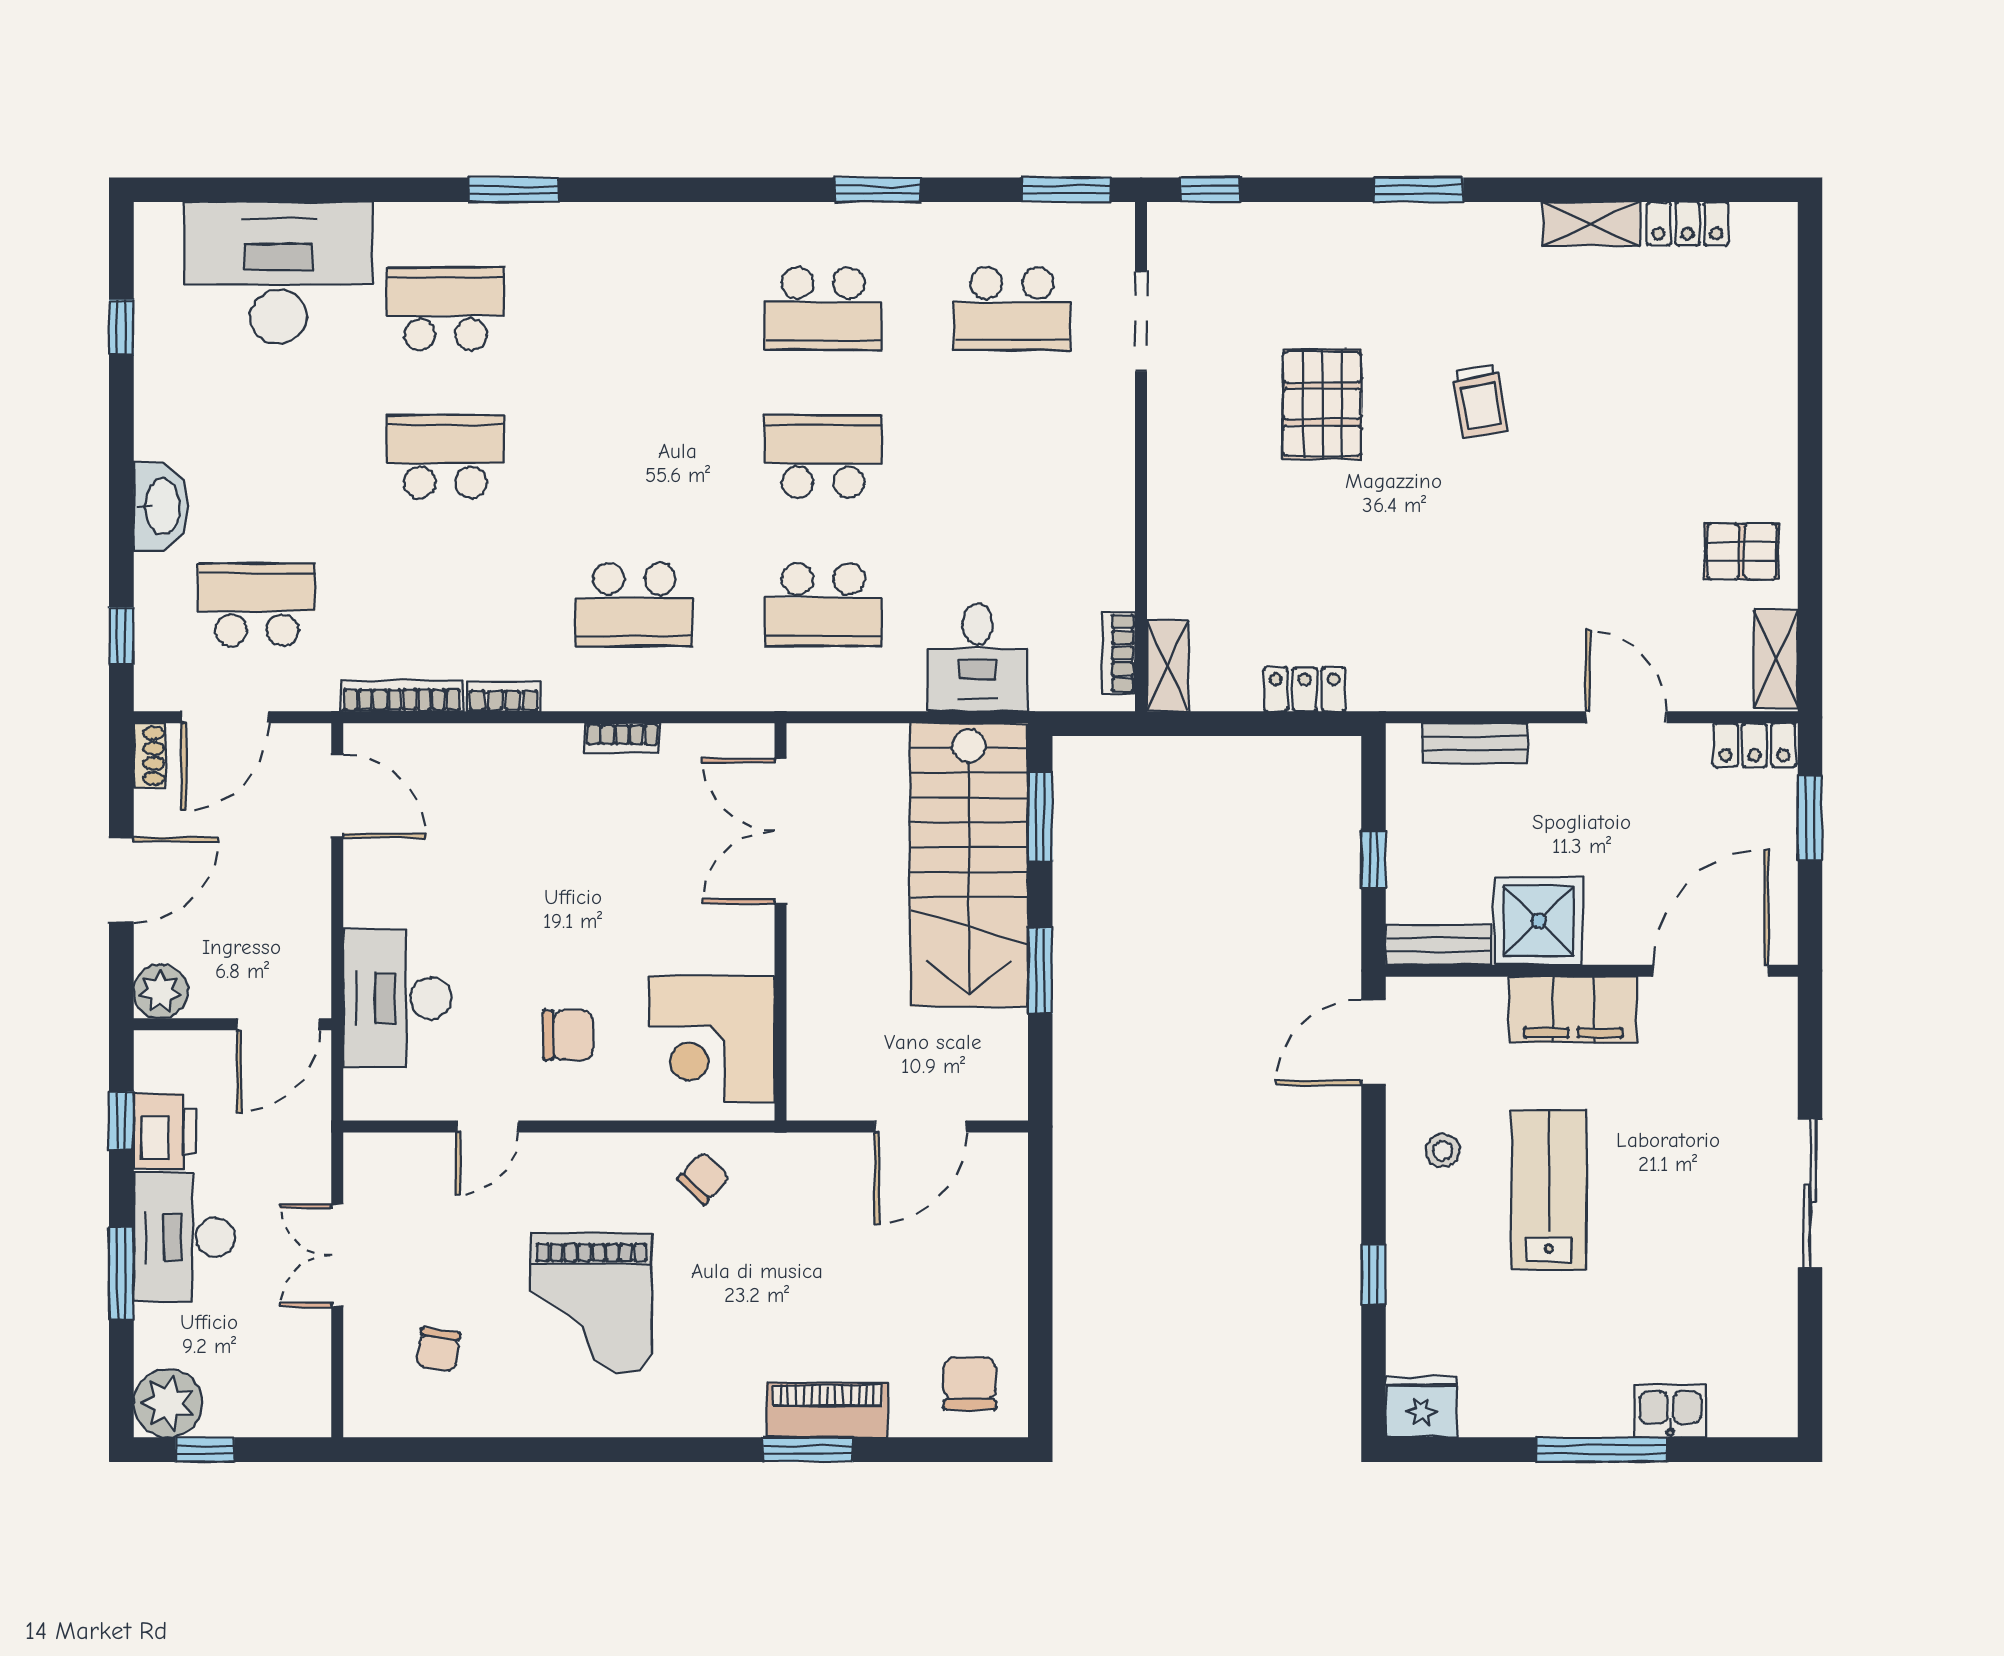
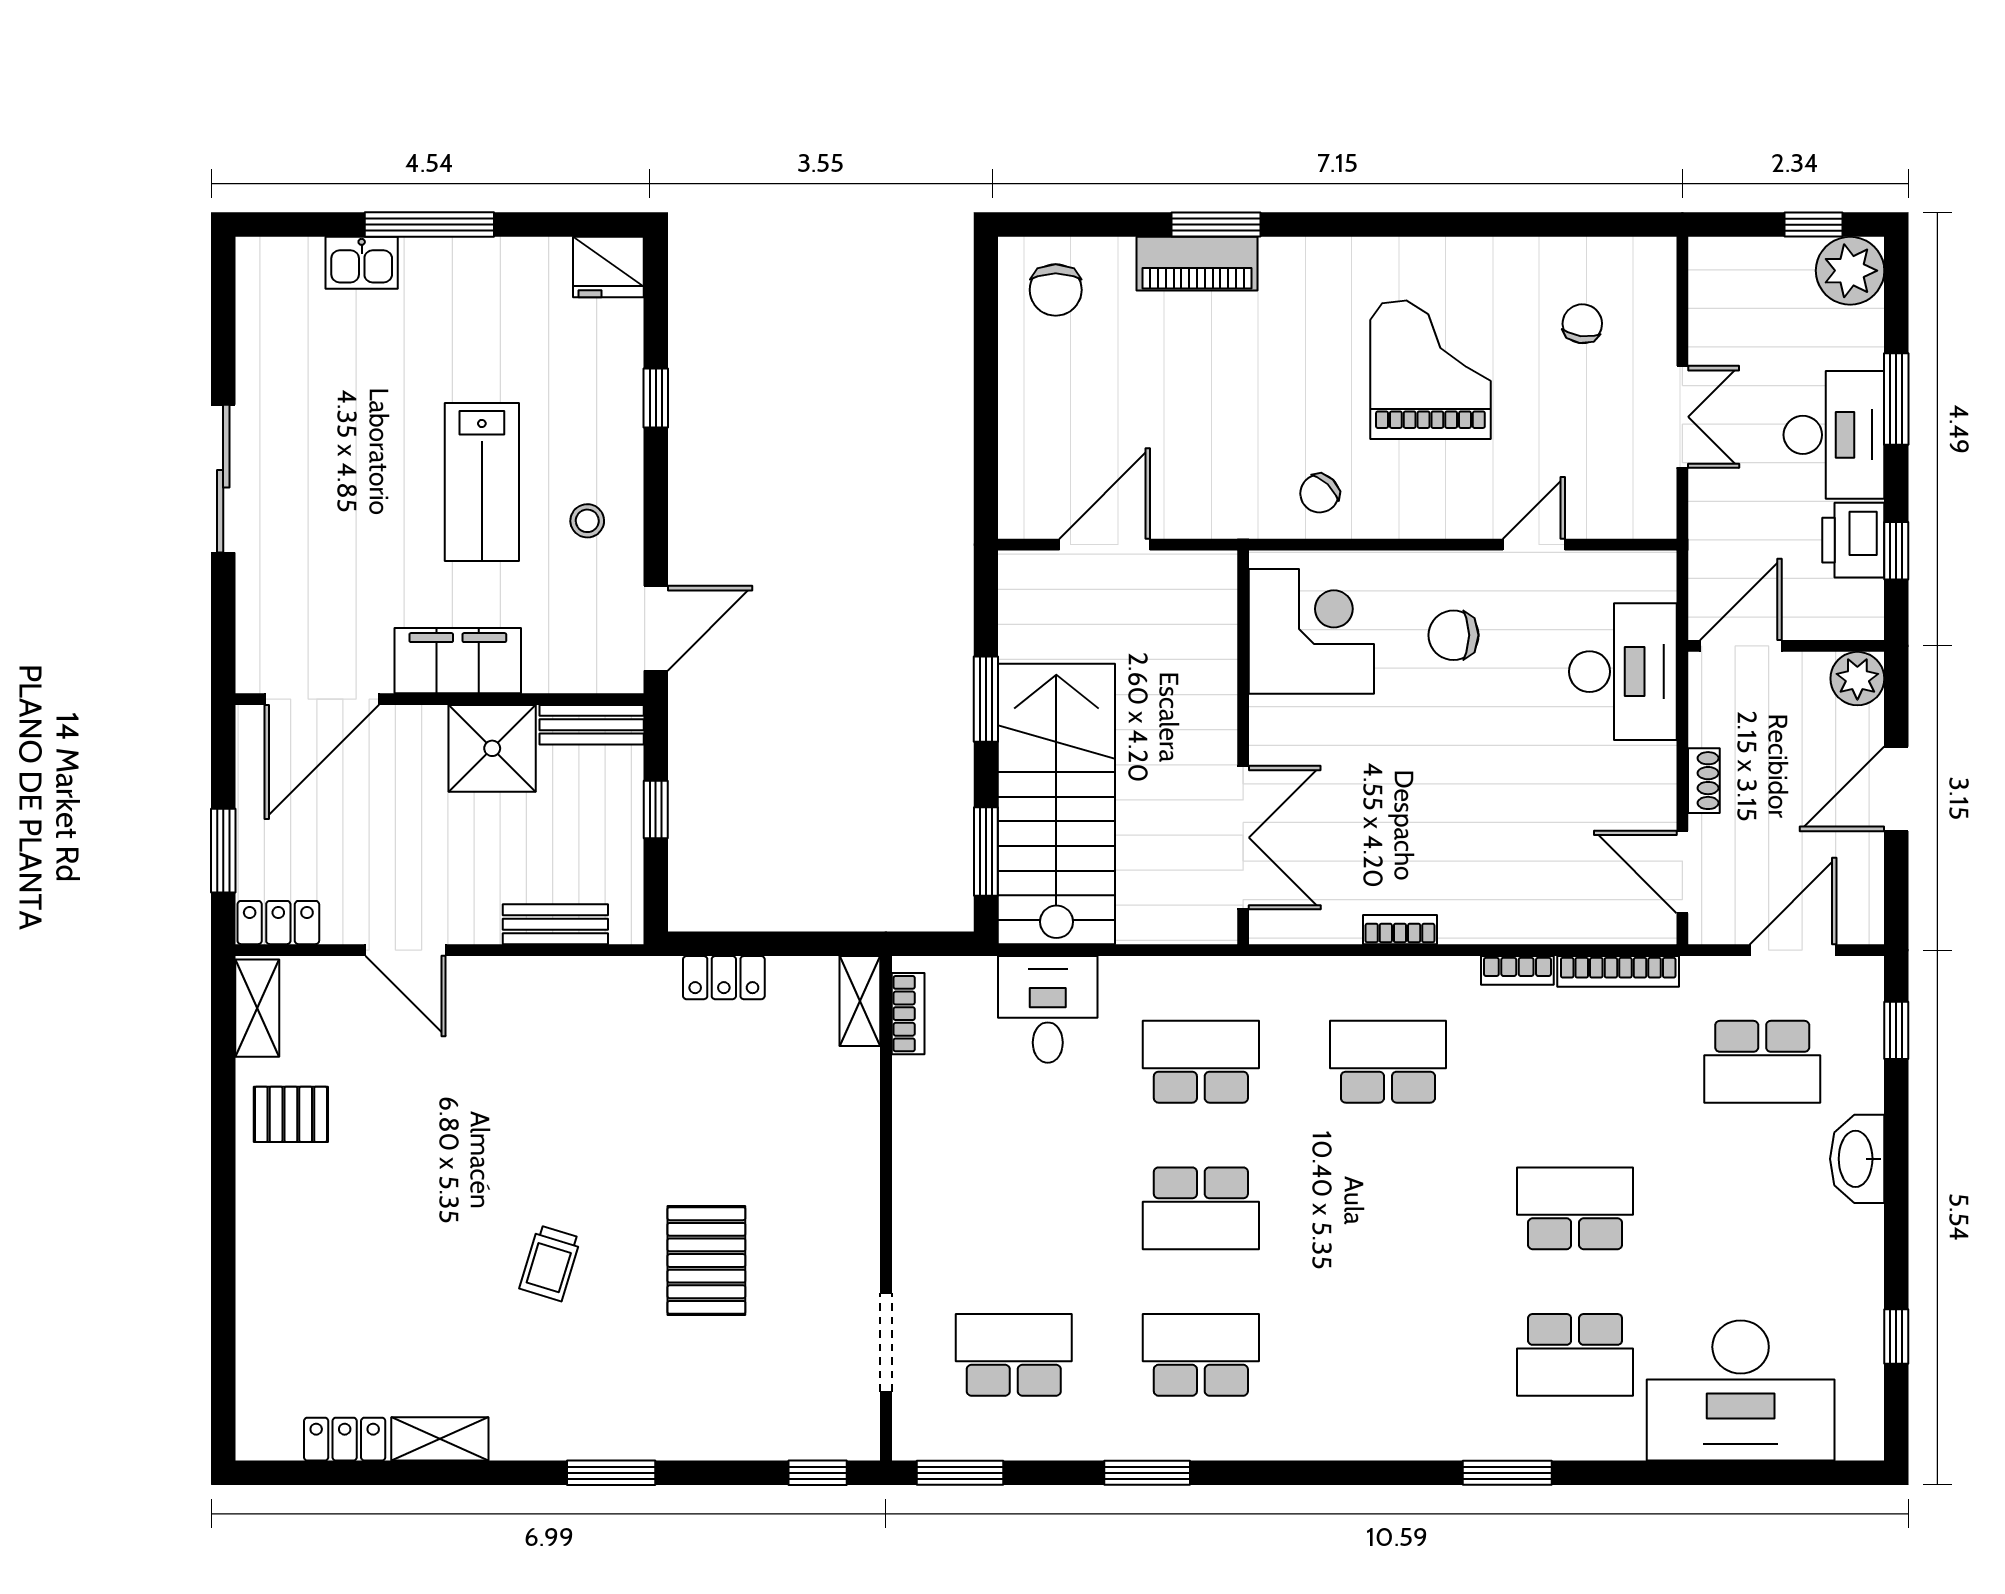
trolley: (1480, 401) -> (550, 1263), turned -153
school desk: (446, 457) -> (1575, 1208), turned 180
shoe rack: (149, 756) -> (1704, 781), moved, turned 180

